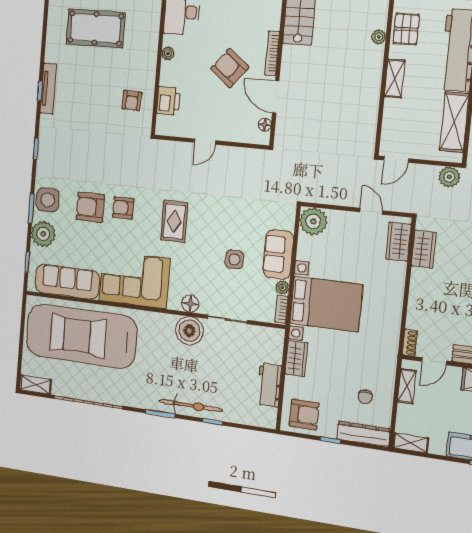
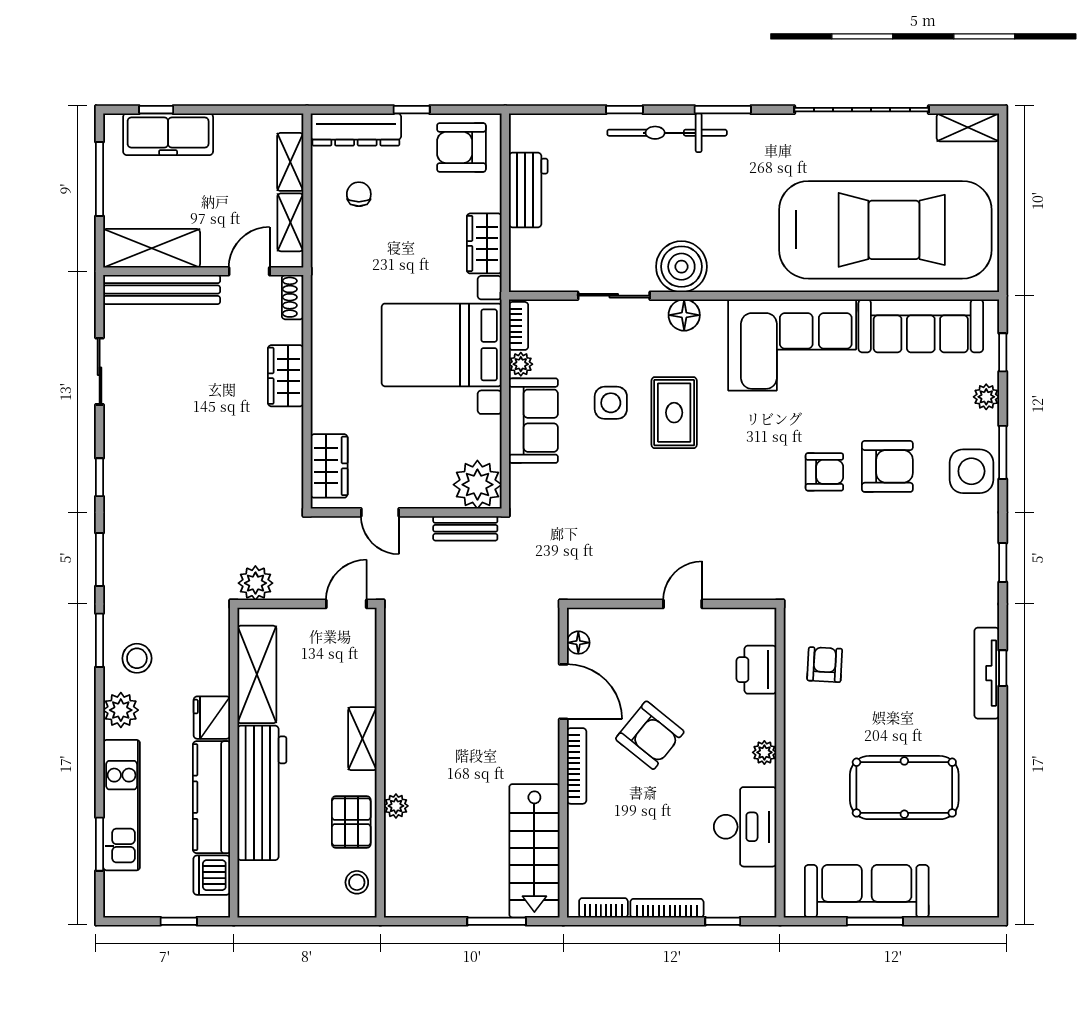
bench: (323, 197) -> (465, 528), added
rug: (174, 221) -> (674, 413), moved
plant: (43, 234) -> (986, 397), width x0.53, depth x0.53
wardrobe: (424, 249) -> (286, 376), moved
shelving: (411, 443) -> (290, 162), moved, turned 90

